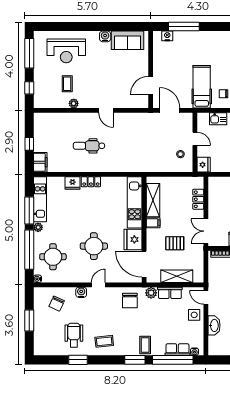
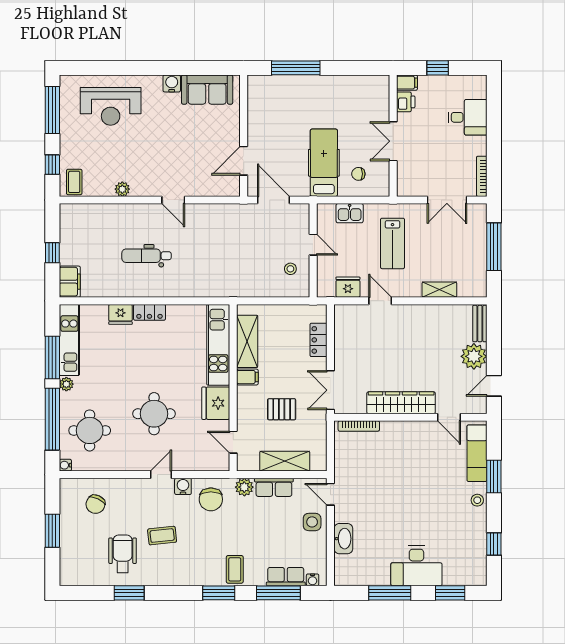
nightstand: (167, 36) -> (270, 83), removed
coffee table: (67, 84) -> (74, 182), moved
fridge: (204, 165) -> (348, 287), moved, turned -90
door: (144, 264) -> (233, 442), width x0.53
water cooler: (81, 292) -> (183, 486), moved
coffee table: (104, 341) -> (162, 536), moved
window: (173, 360) -> (278, 593), width x0.68

